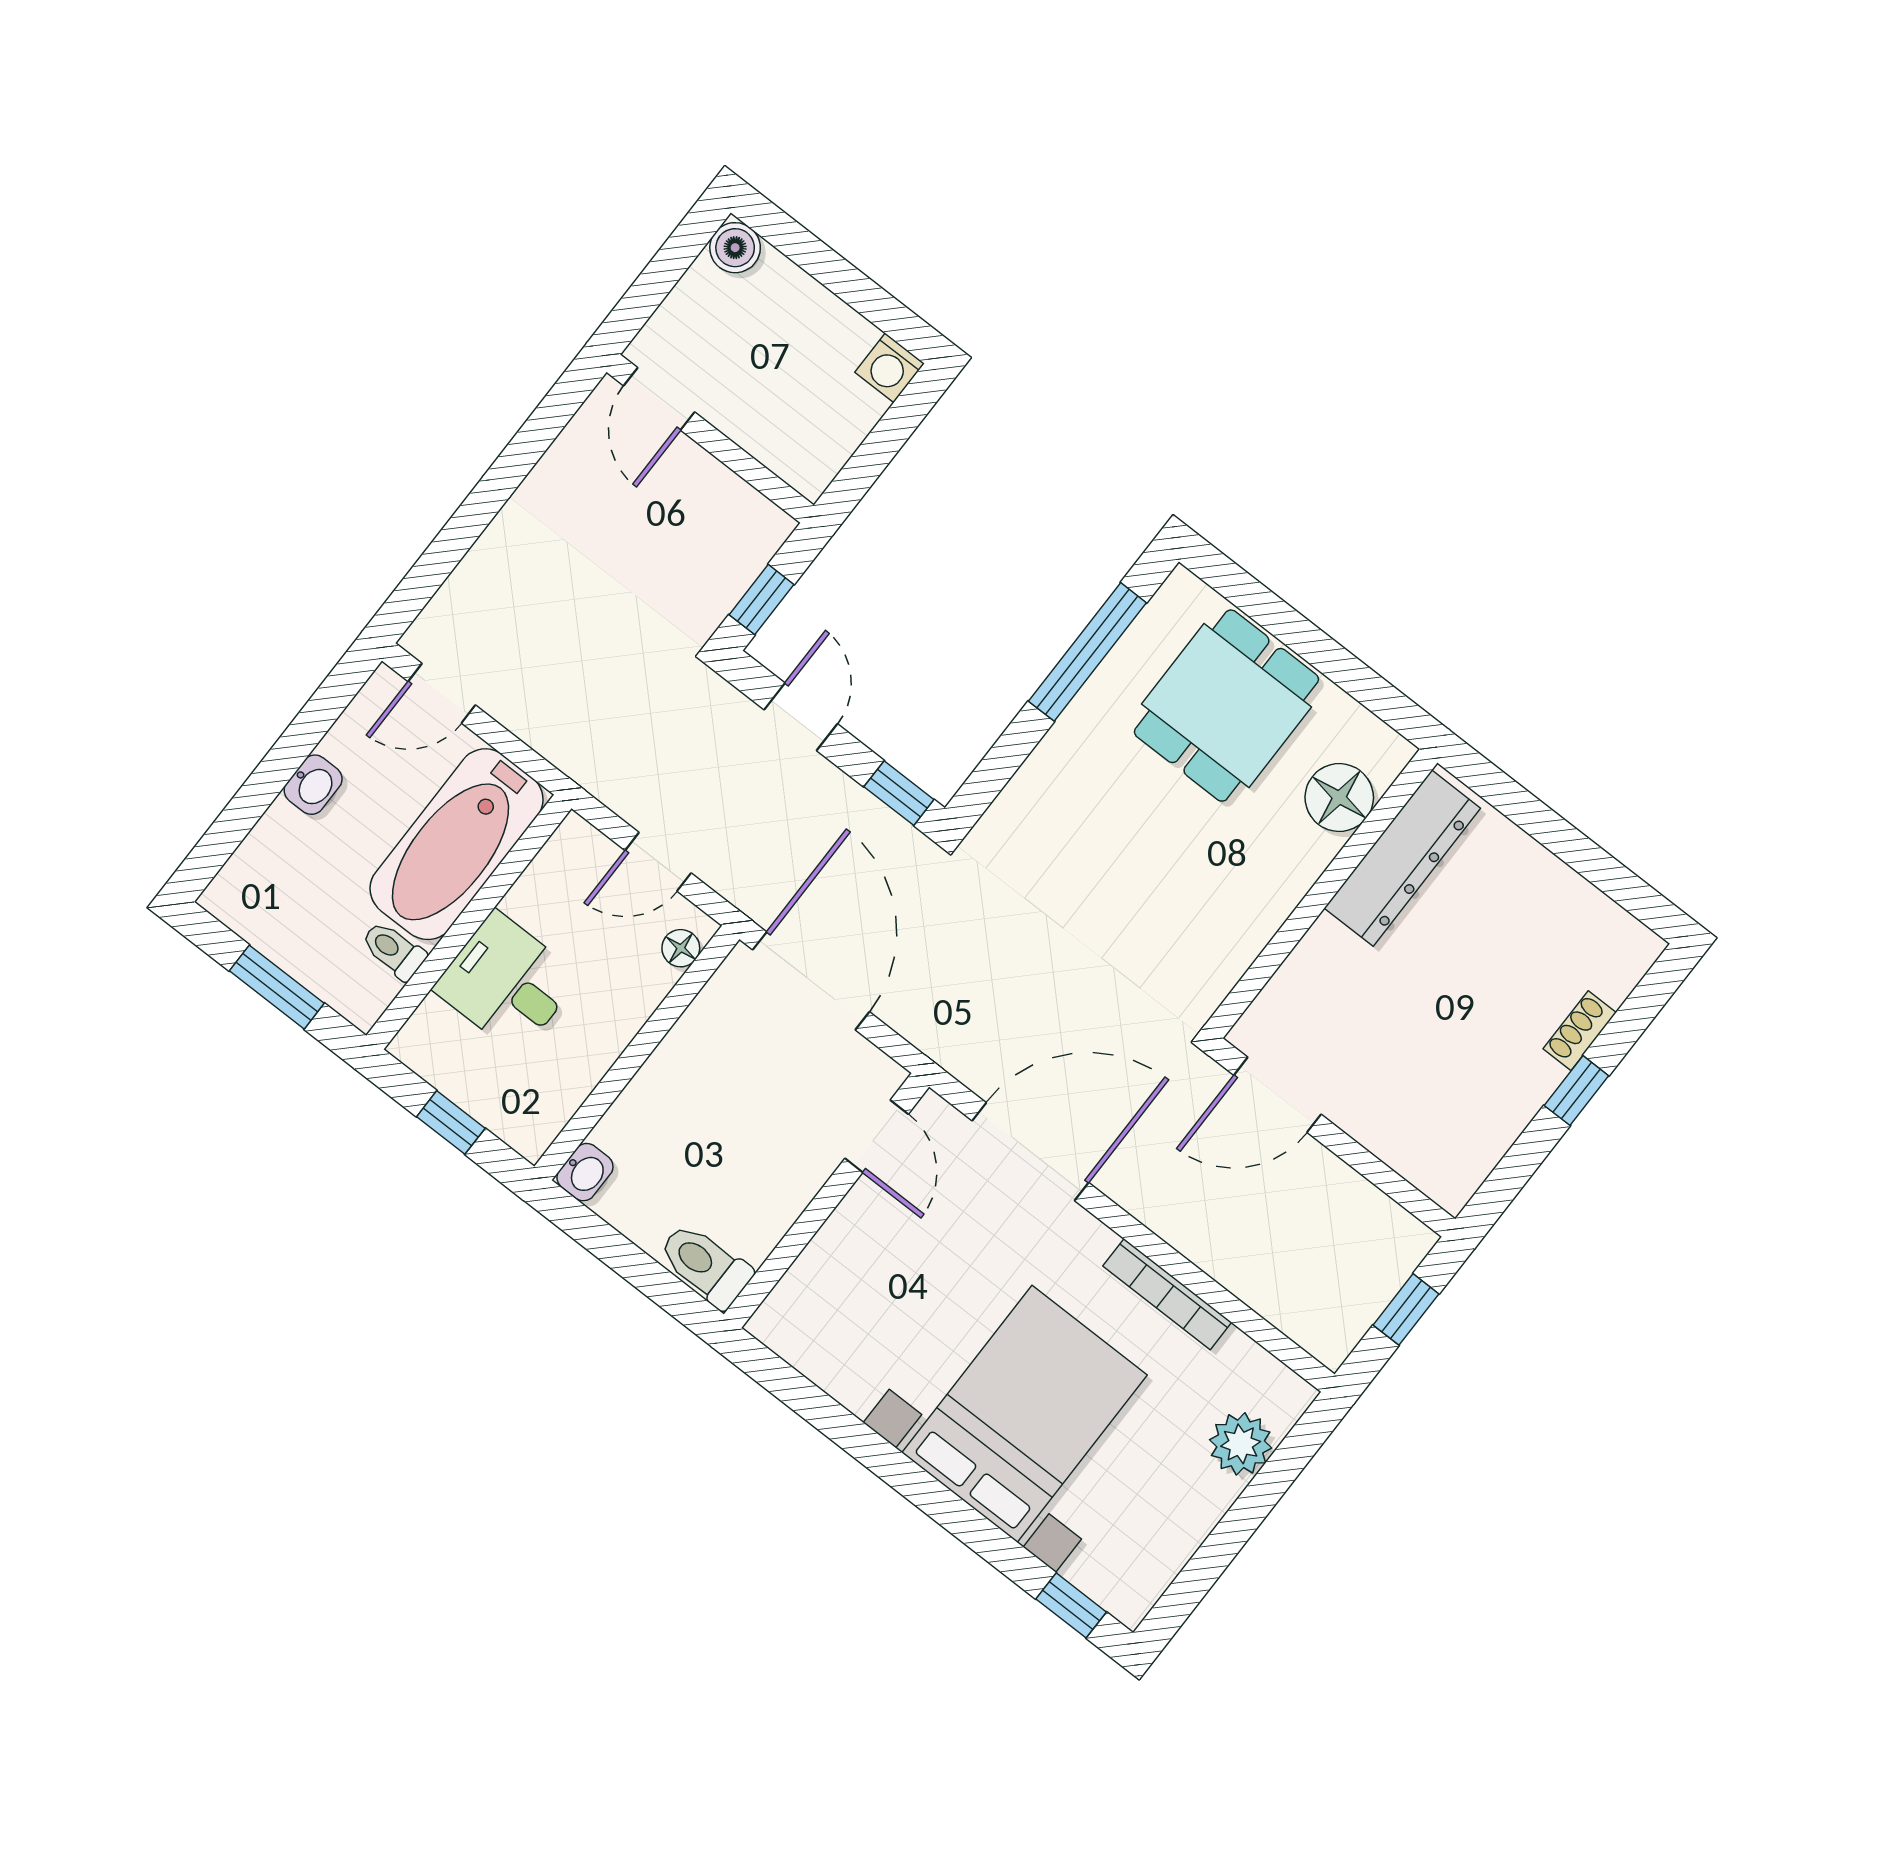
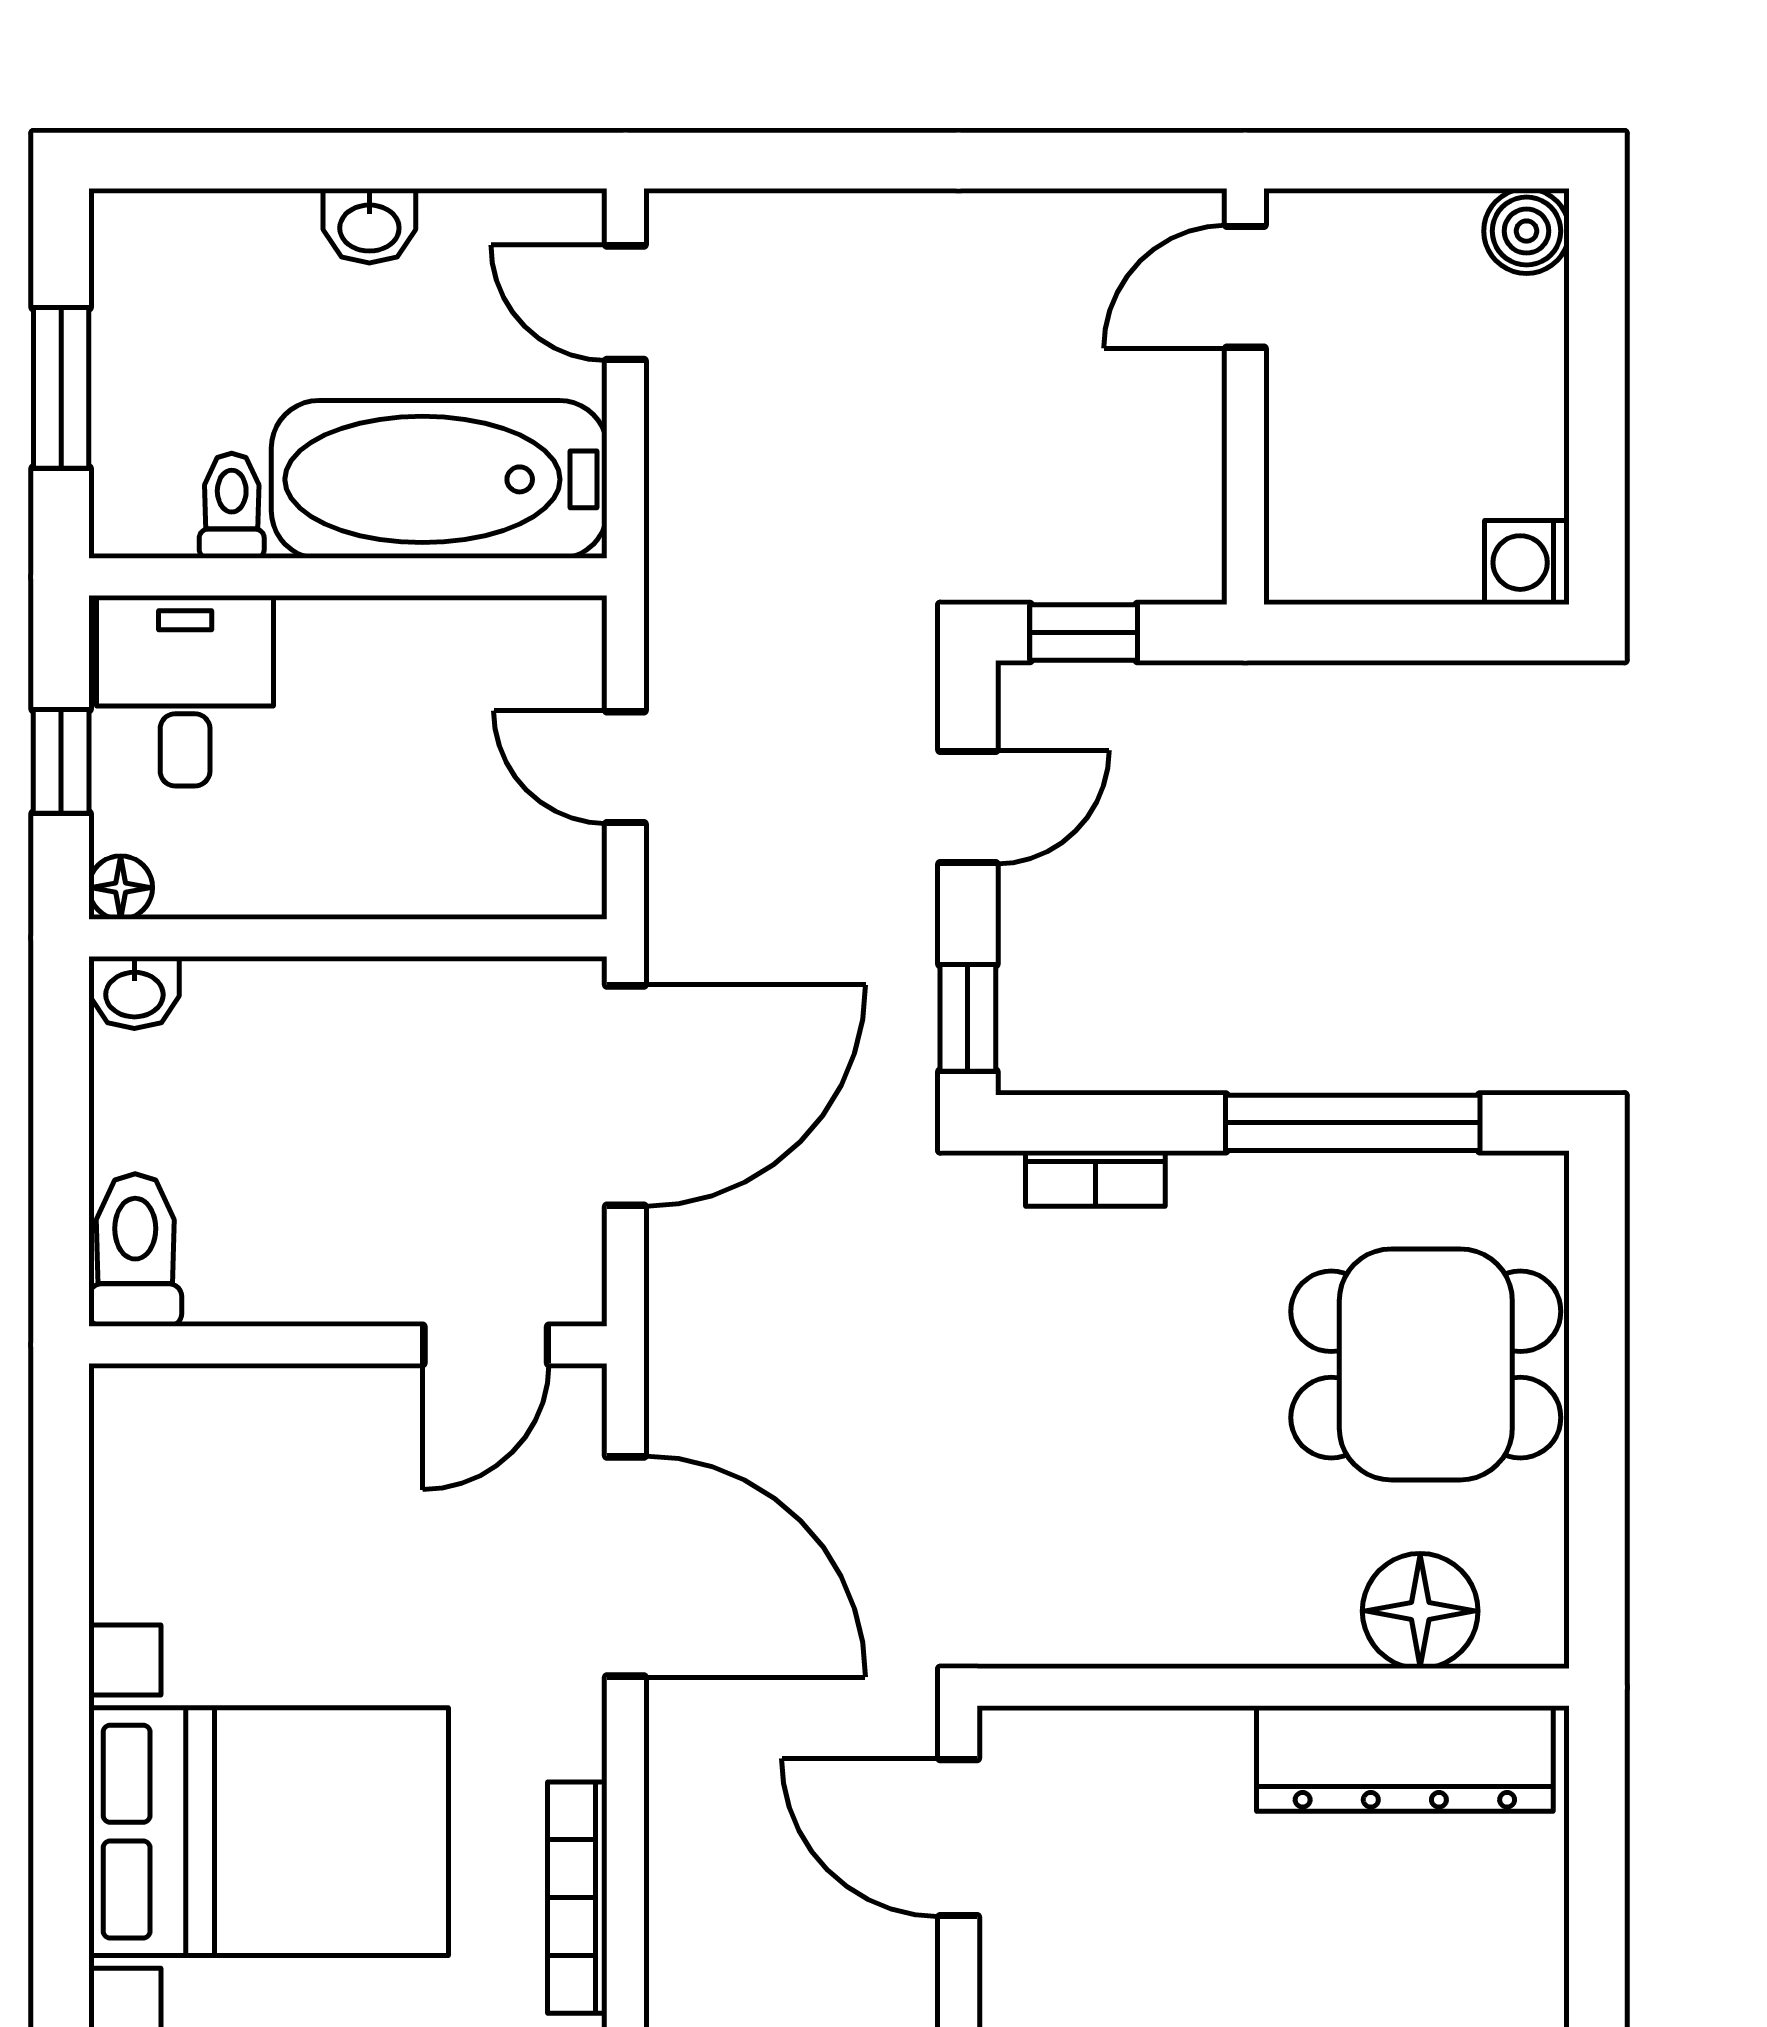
bookcase: (1020, 792) -> (1095, 1178), added
floor lamp: (681, 948) -> (121, 888), moved
desk: (507, 983) -> (185, 691), moved

